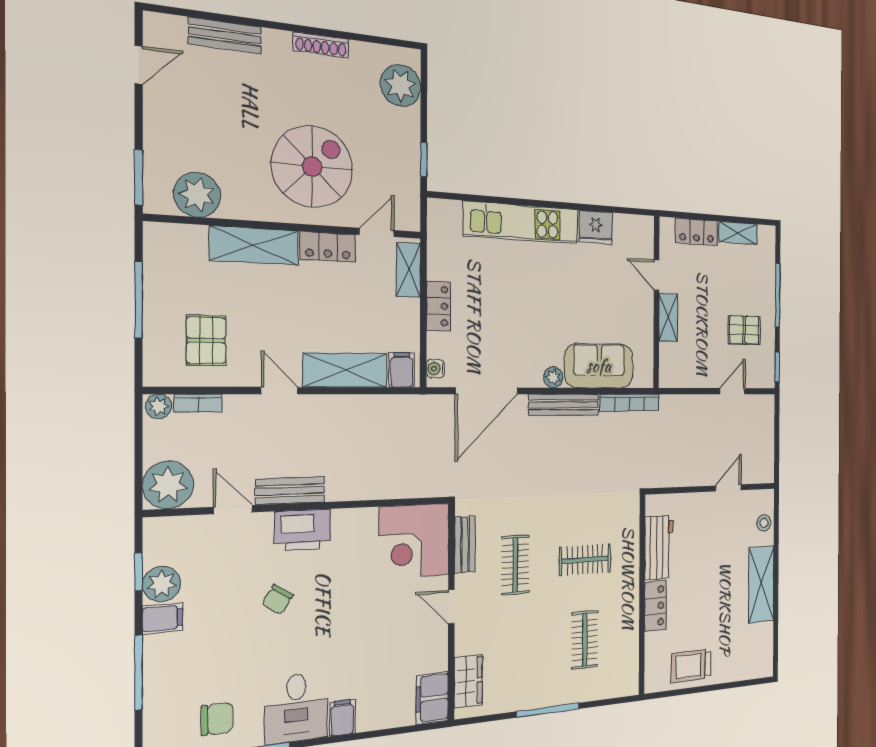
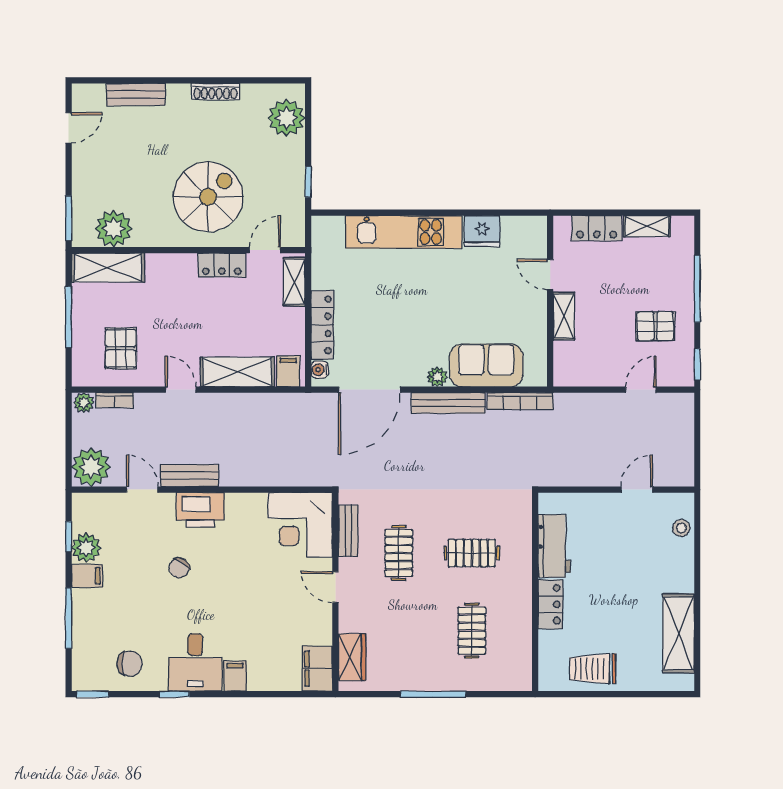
shelving: (254, 245) -> (108, 268), moved
locker: (438, 306) -> (322, 325), width x1.53
shelving: (761, 584) -> (678, 633), moved

